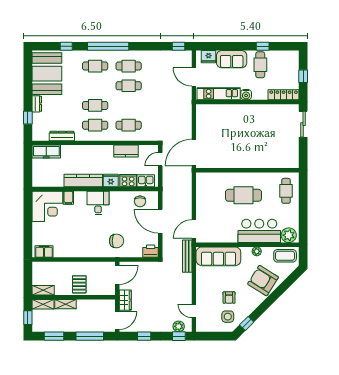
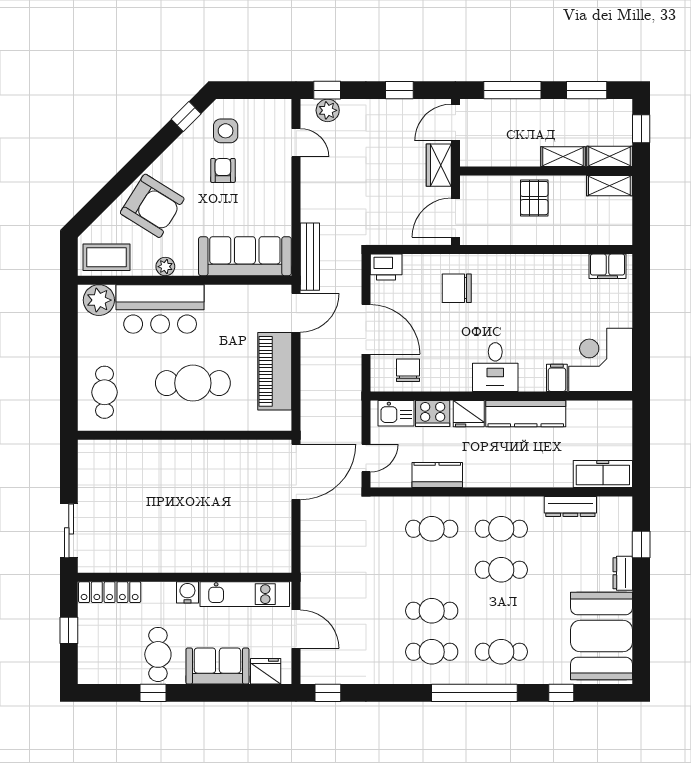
piano: (204, 201) -> (275, 371), added

